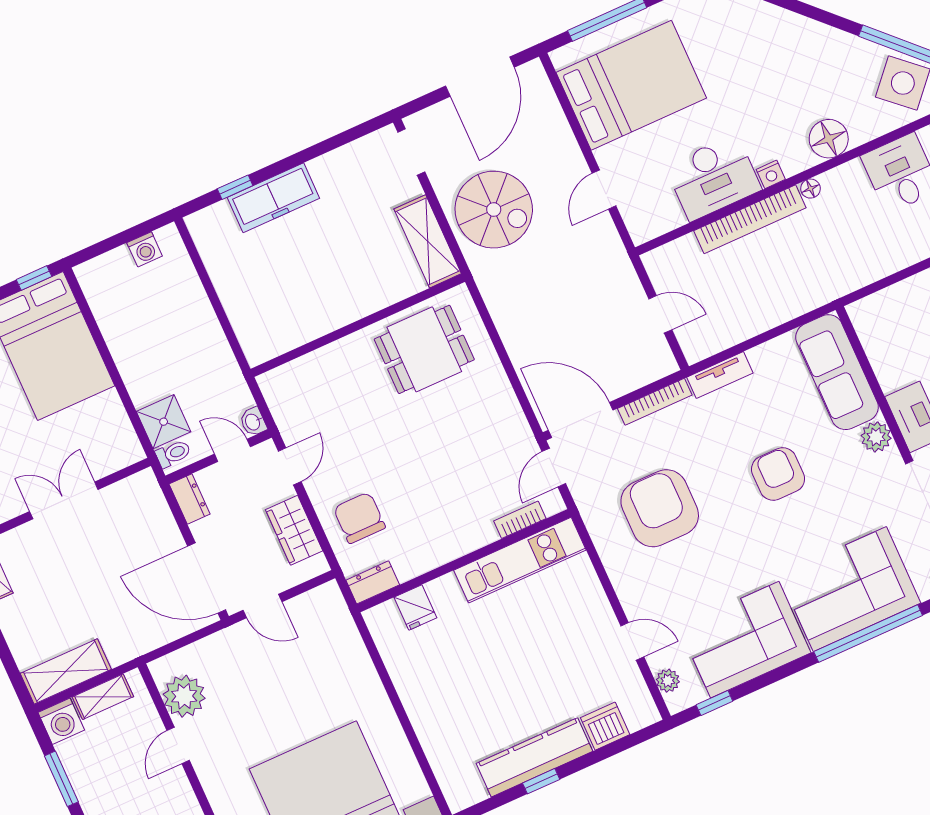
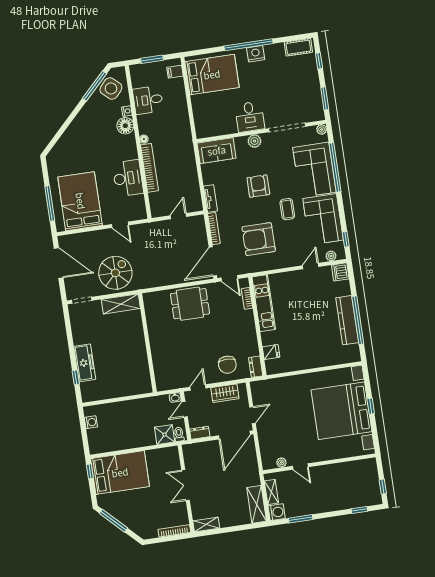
nightstand: (771, 174) -> (127, 111), moved
dining table: (424, 349) -> (190, 304), moved, turned 90
sofa: (837, 372) -> (217, 151), width x0.73
door: (290, 466) -> (198, 388), hinge flipped
armchair: (778, 474) -> (258, 186), turned 90
chair: (359, 518) -> (227, 365), turned -90
coffee table: (745, 553) -> (287, 209), added
plant: (184, 696) -> (281, 462), width x0.53, depth x0.53
dishwasher: (605, 726) -> (340, 272), moved
window: (541, 781) -> (358, 320), width x3.17

